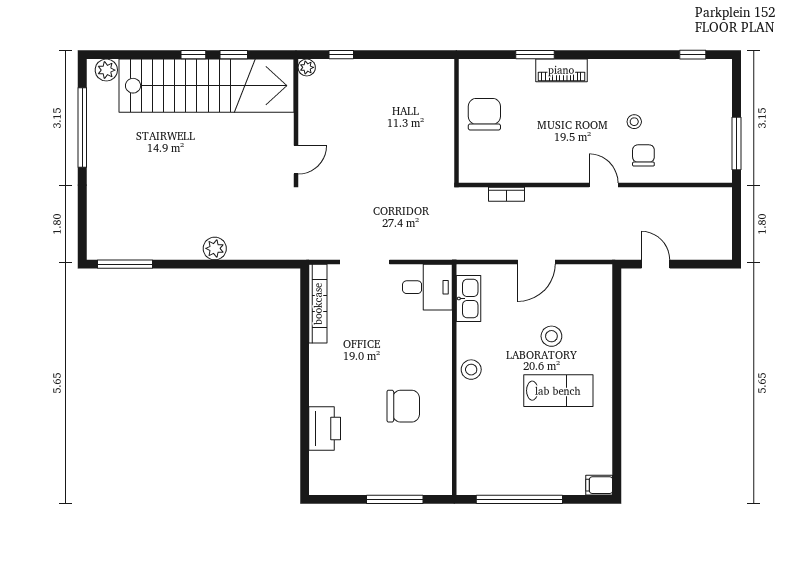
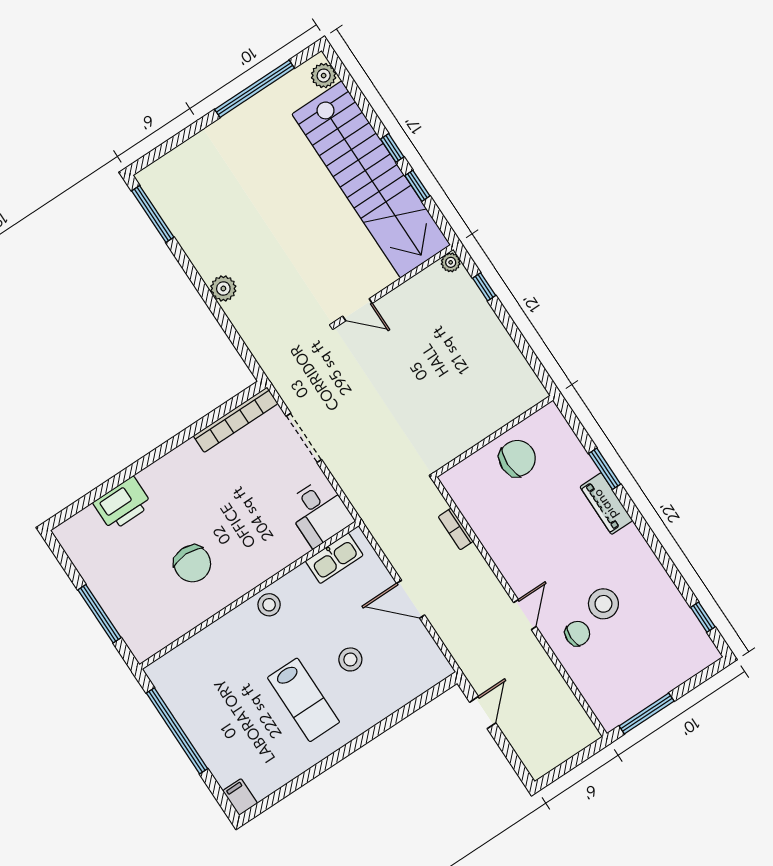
stool: (634, 122) -> (603, 604), width x1.89, depth x1.89

